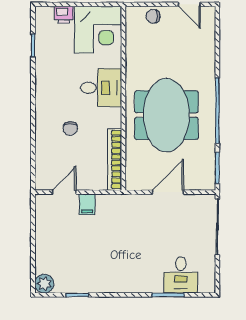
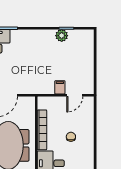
bookcase: (115, 160) -> (42, 130), moved
plant: (44, 284) -> (62, 36), moved

